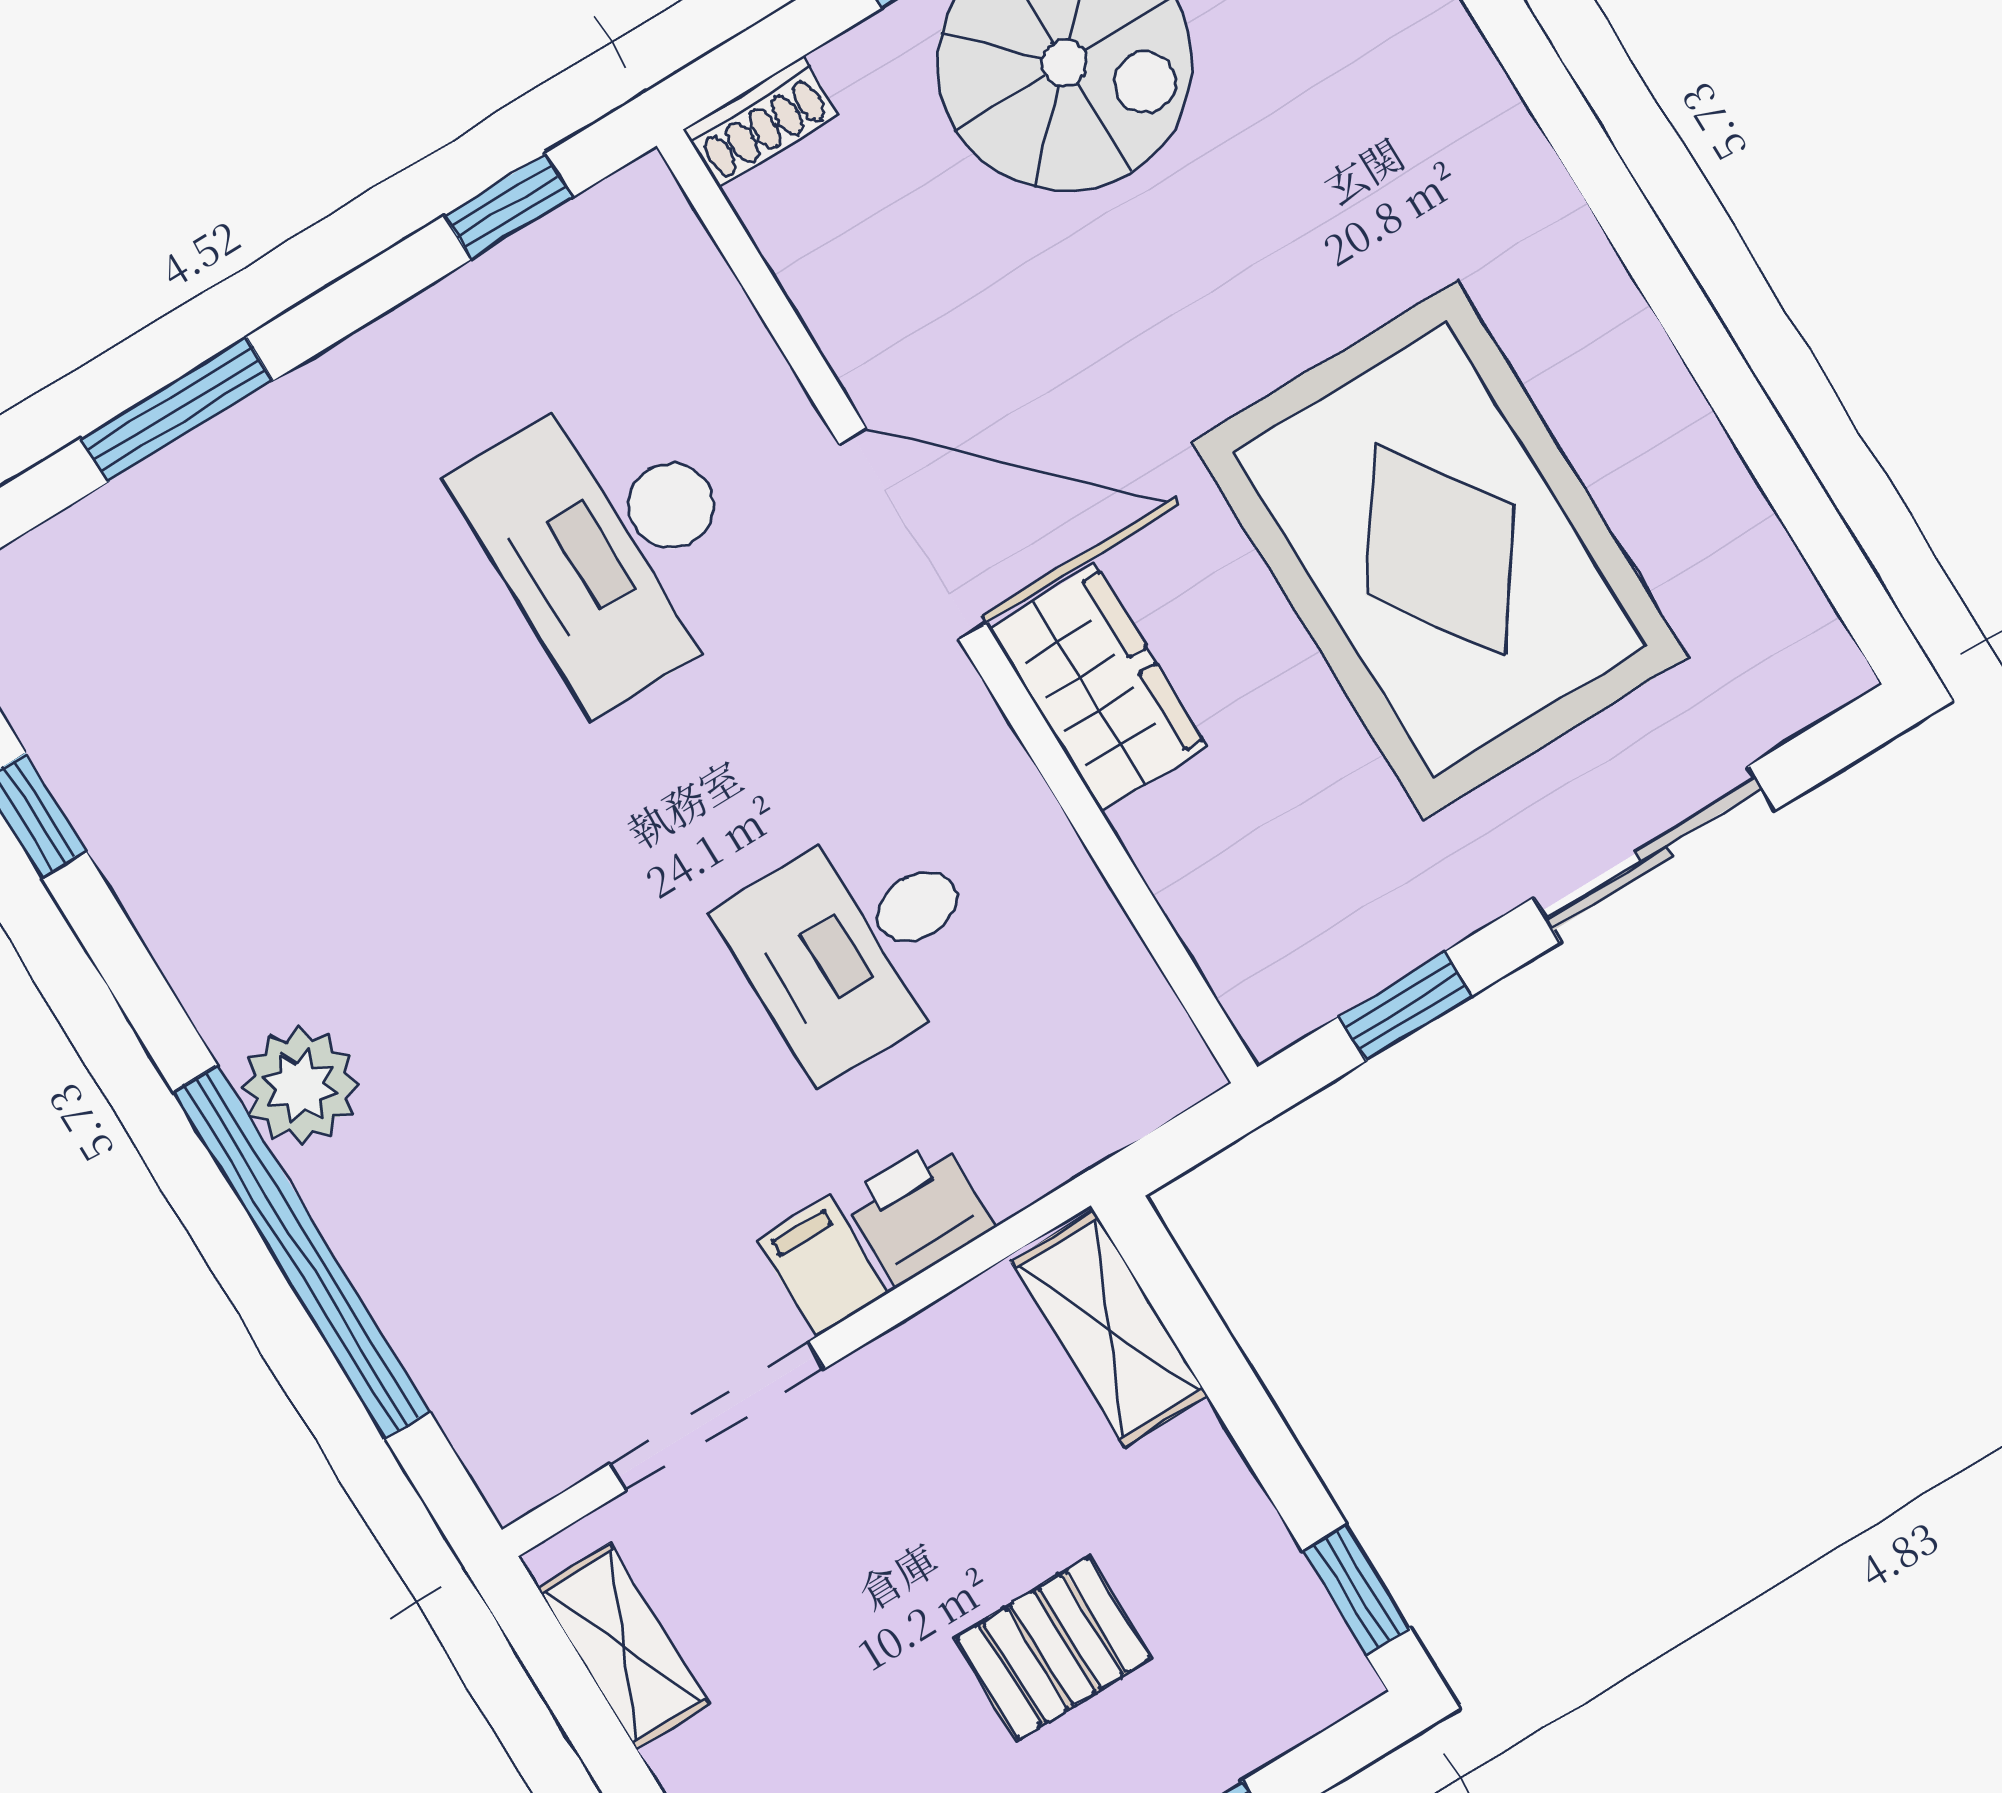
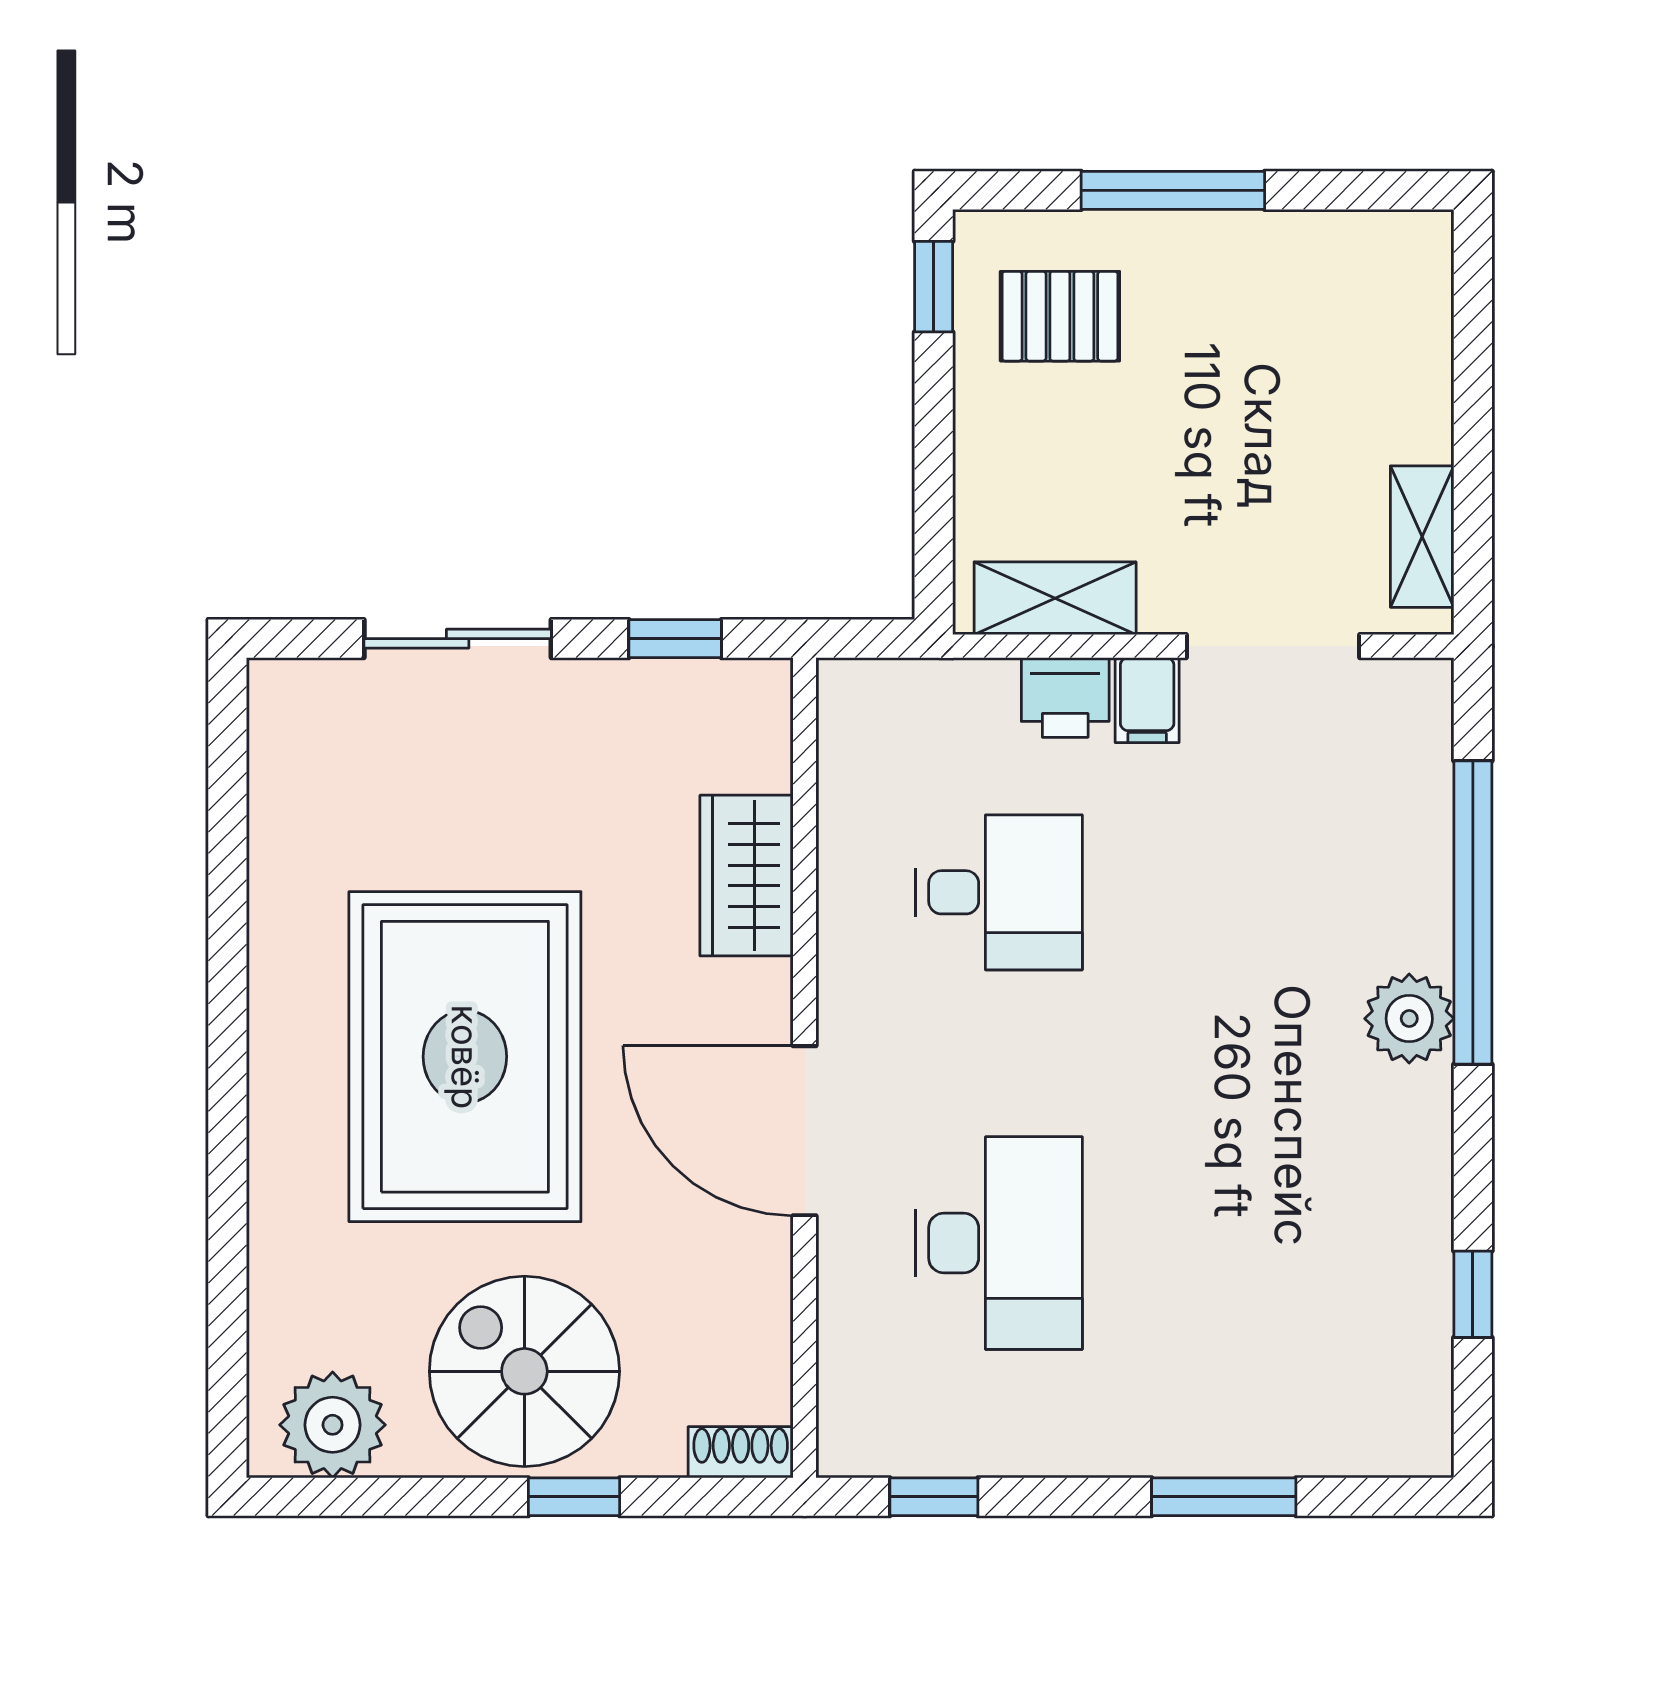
rug: (1440, 550) -> (465, 1057), moved
wardrobe: (1098, 688) -> (747, 876), moved
shelving: (1109, 1328) -> (1055, 598), moved, turned 90
pallet: (1053, 1648) -> (1060, 316), moved

